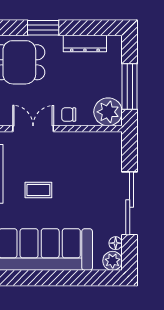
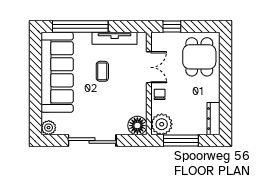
window: (43, 28) -> (226, 75), removed
dresser: (85, 44) -> (214, 119), moved
floor lamp: (116, 243) -> (137, 126), moved, width x1.89, depth x1.89

